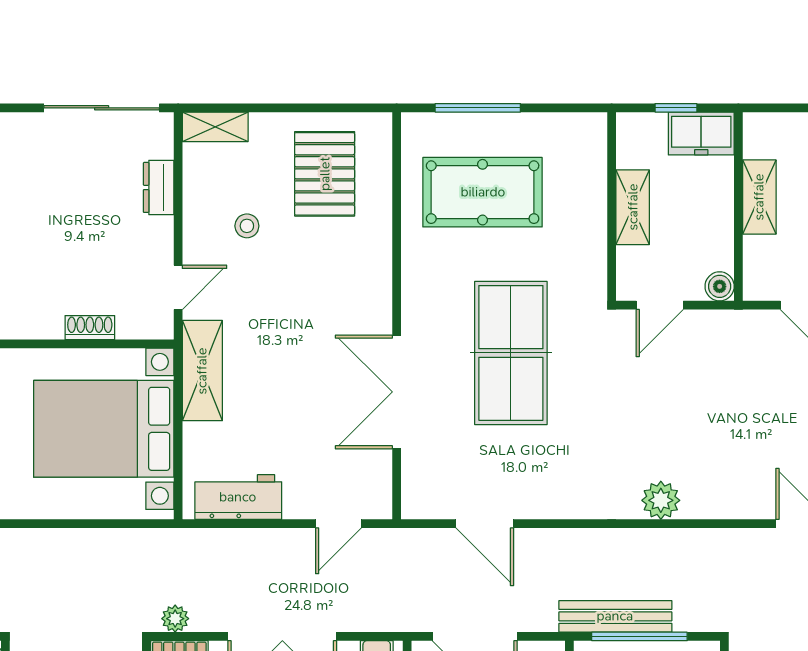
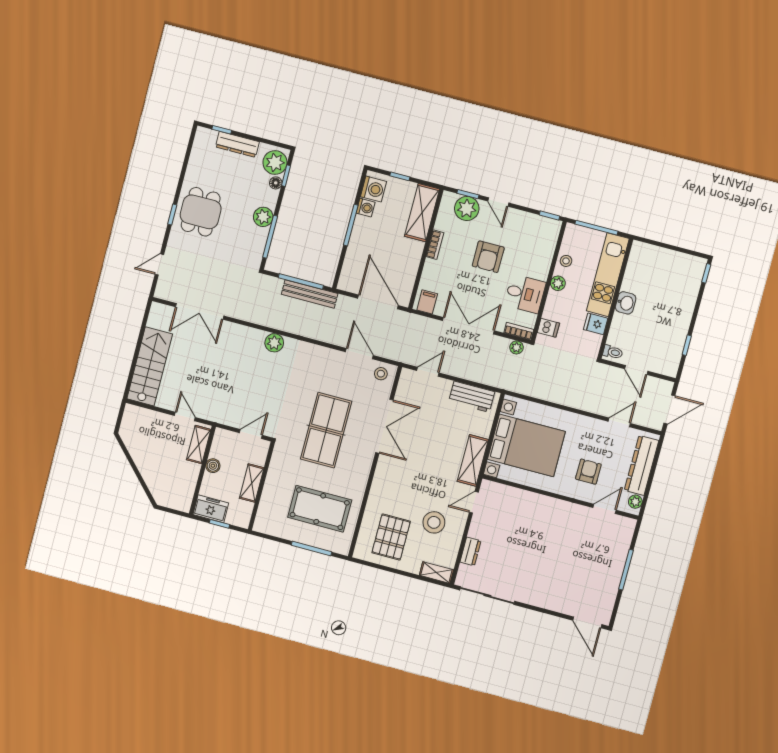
shelving: (759, 197) -> (199, 445), moved
stool: (247, 226) -> (434, 522), width x1.89, depth x1.89
boiler: (720, 286) -> (213, 466), moved
shoe rack: (90, 328) -> (520, 495), removed
stool: (431, 495) -> (381, 374), added

